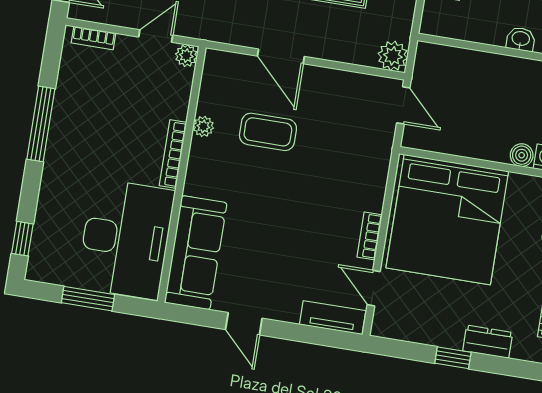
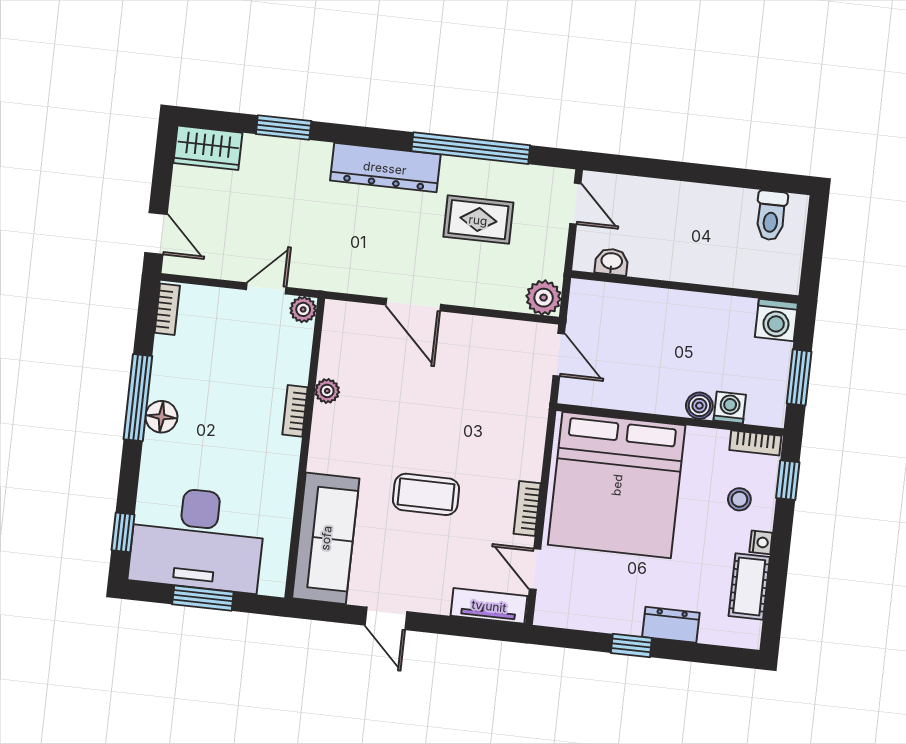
bookcase: (93, 38) -> (167, 309), moved, turned -90
washbasin: (521, 39) -> (612, 262), moved
coffee table: (268, 132) -> (426, 494), moved
floor lamp: (60, 141) -> (161, 417), added
bookcase: (173, 154) -> (295, 411), width x0.64
desk: (126, 239) -> (197, 539), moved, turned 90

